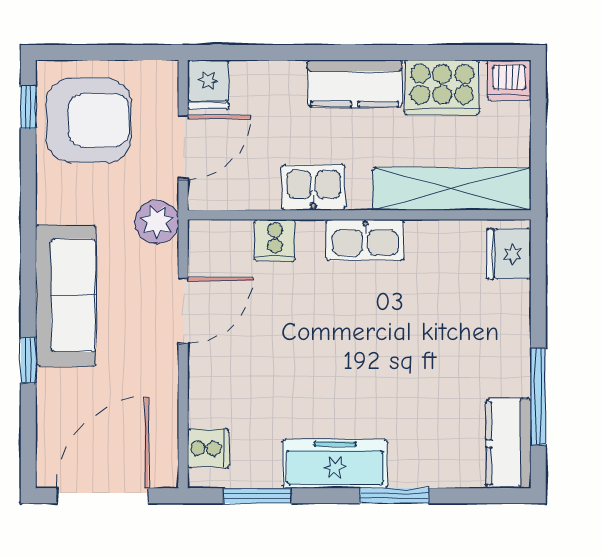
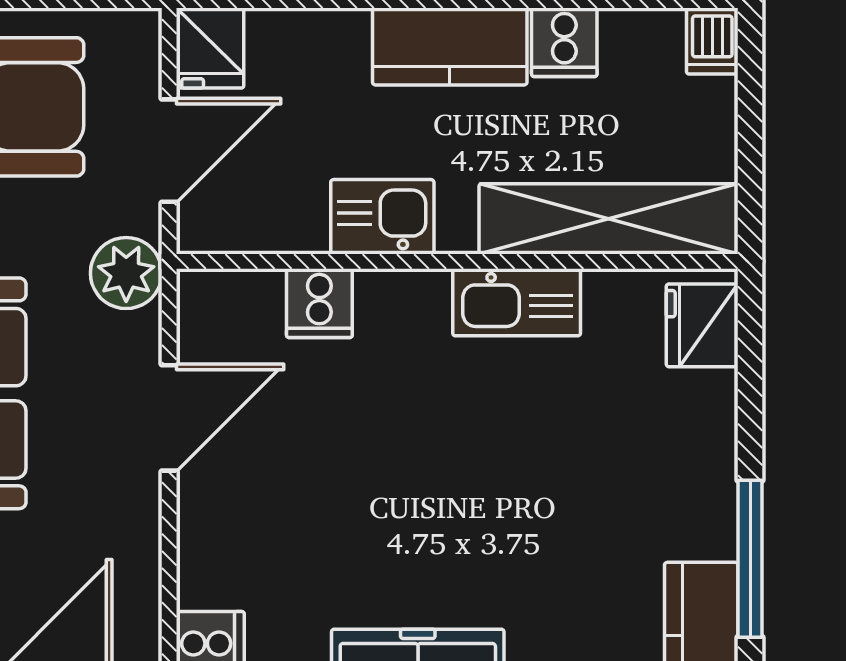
dishwasher: (509, 80) -> (712, 41), width x0.73
cooker: (442, 87) -> (564, 42), width x0.53, depth x0.76
kitchen sink: (365, 240) -> (517, 302), moved

